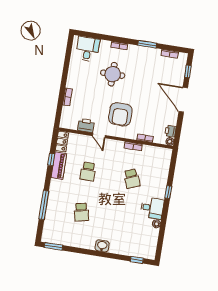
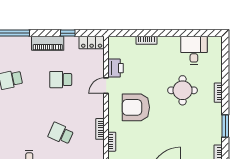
desk: (88, 49) -> (194, 50), moved, turned -90
piano: (59, 166) -> (48, 43), moved
school desk: (132, 179) -> (61, 134), turned 45

